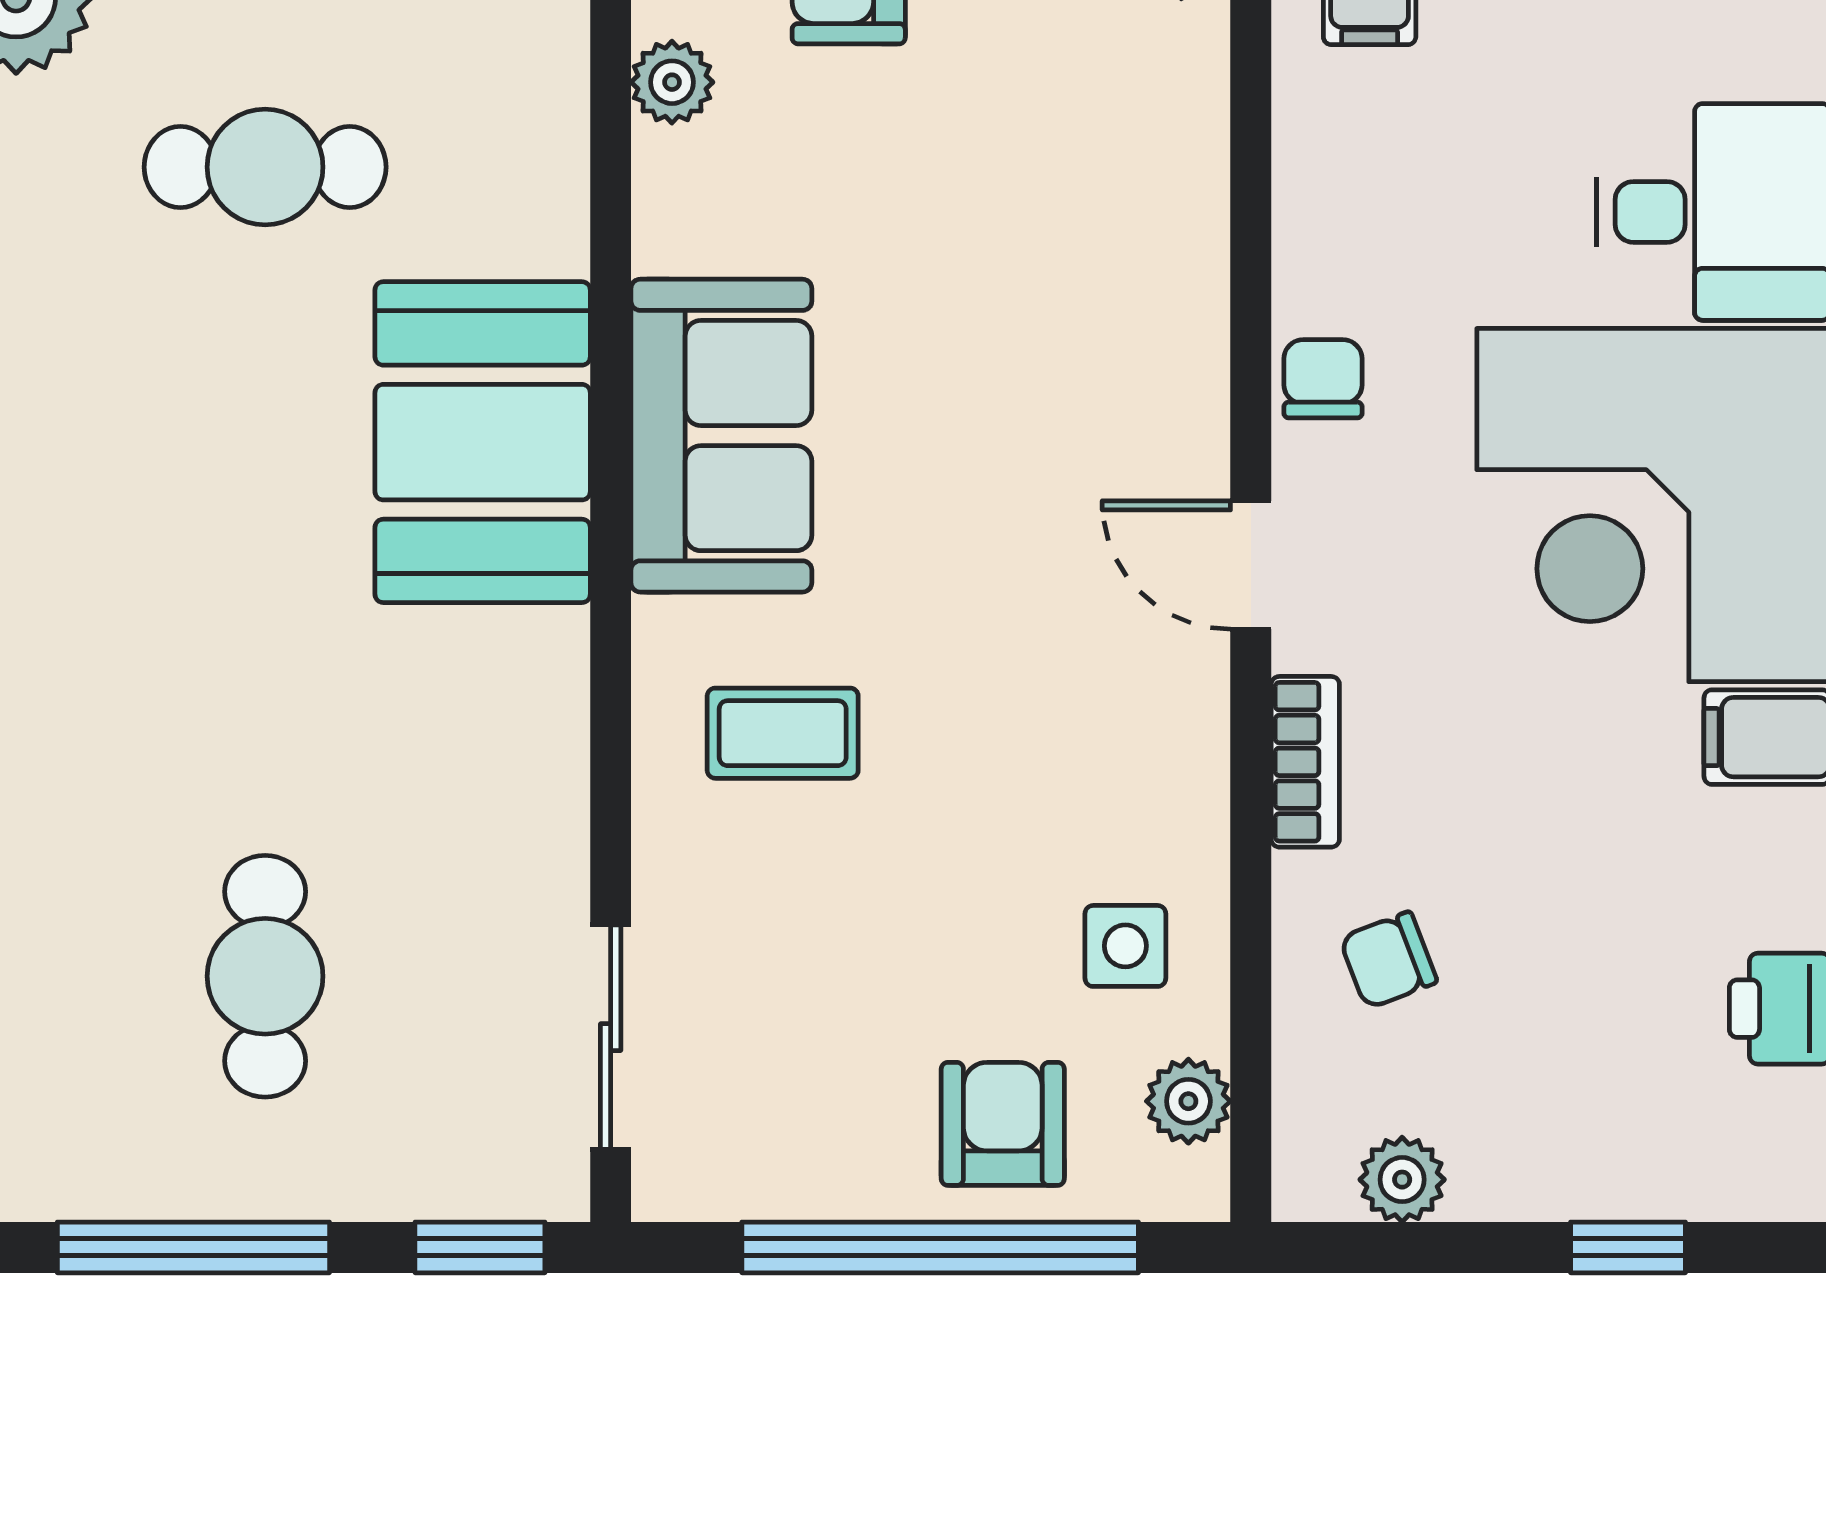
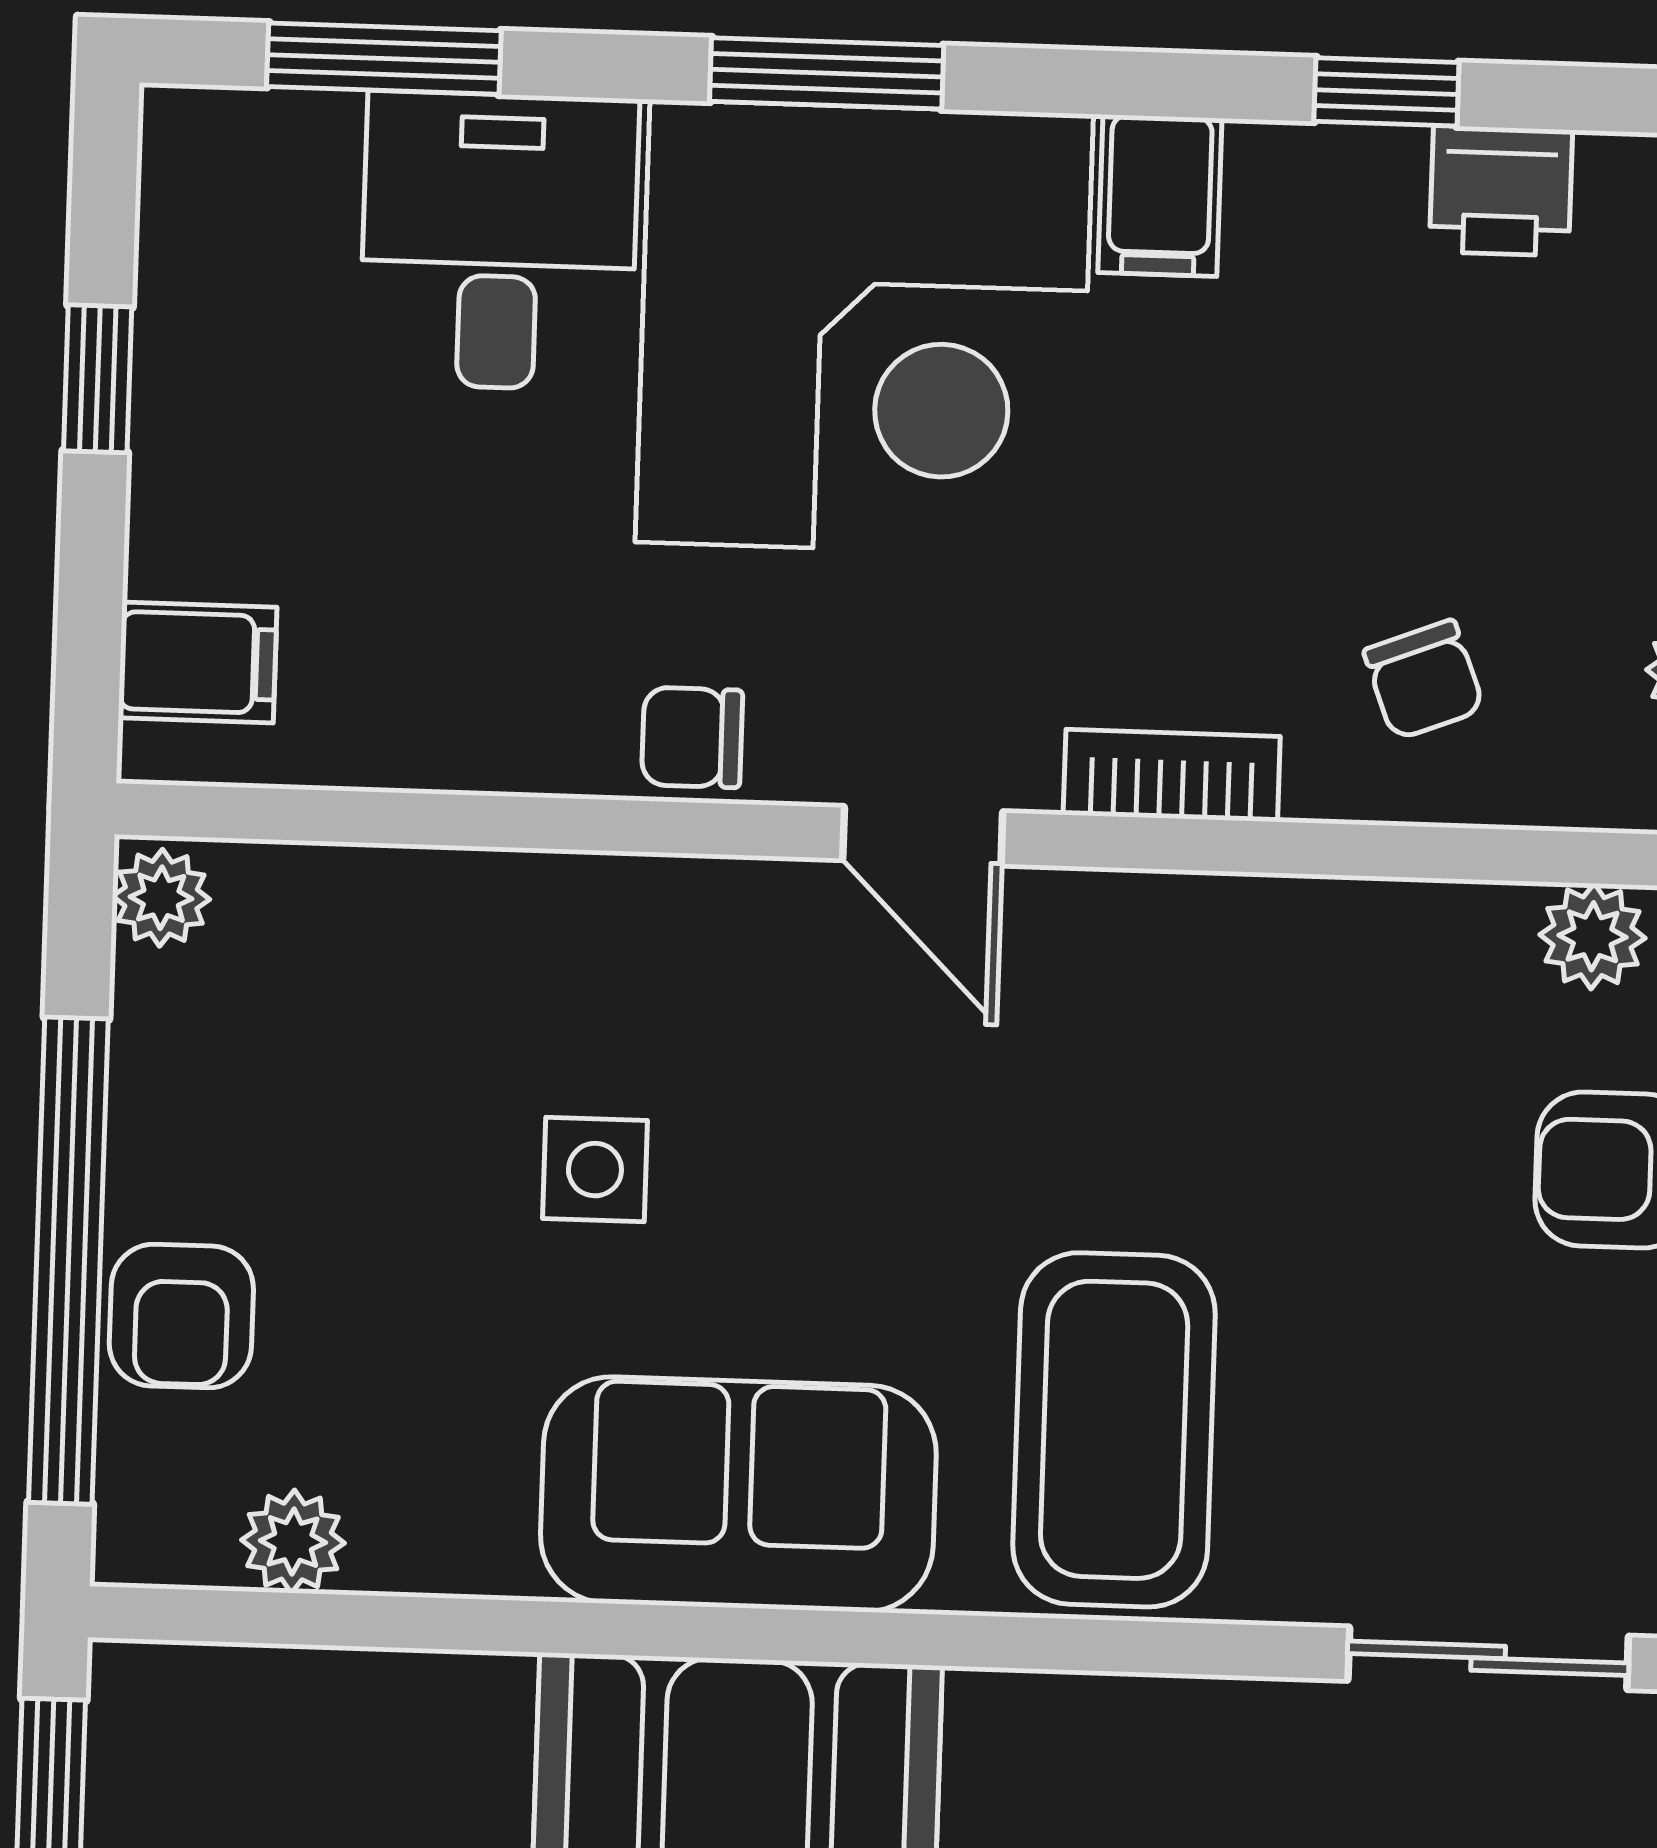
door: (1251, 565) -> (923, 836), hinge flipped
coffee table: (783, 733) -> (1114, 1430), width x1.86, depth x1.72
side table: (1125, 946) -> (595, 1170), moved

